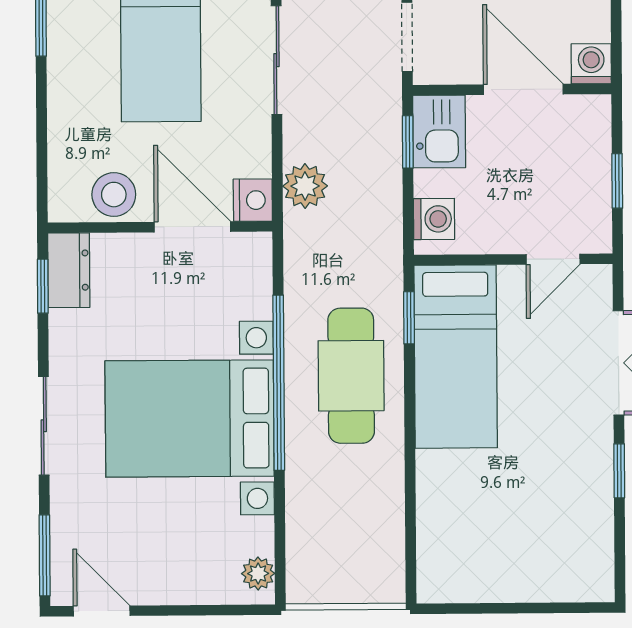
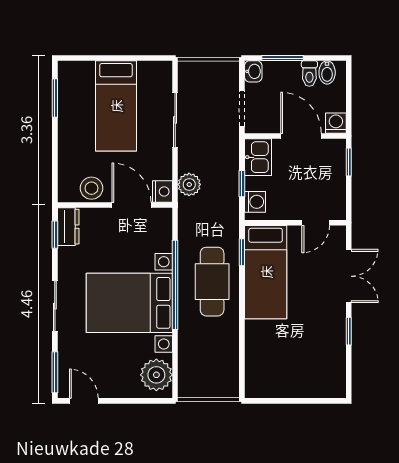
window: (408, 142) -> (242, 184), moved
window: (617, 181) -> (349, 162), moved
plant: (258, 573) -> (156, 375), width x1.88, depth x1.88

